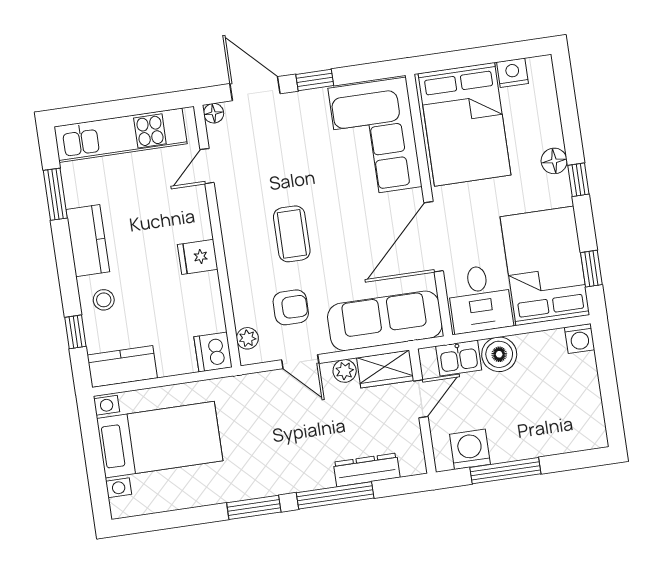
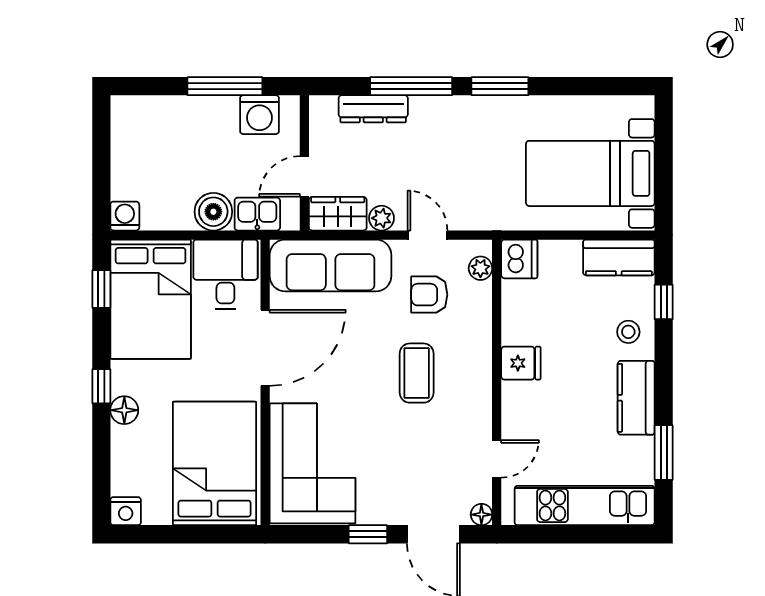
nightstand: (513, 73) -> (126, 511), moved

